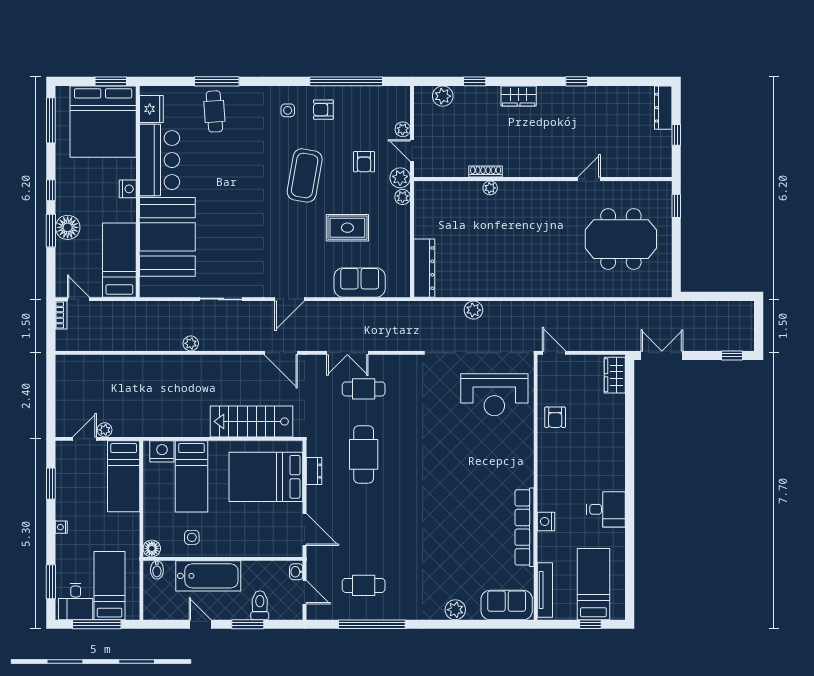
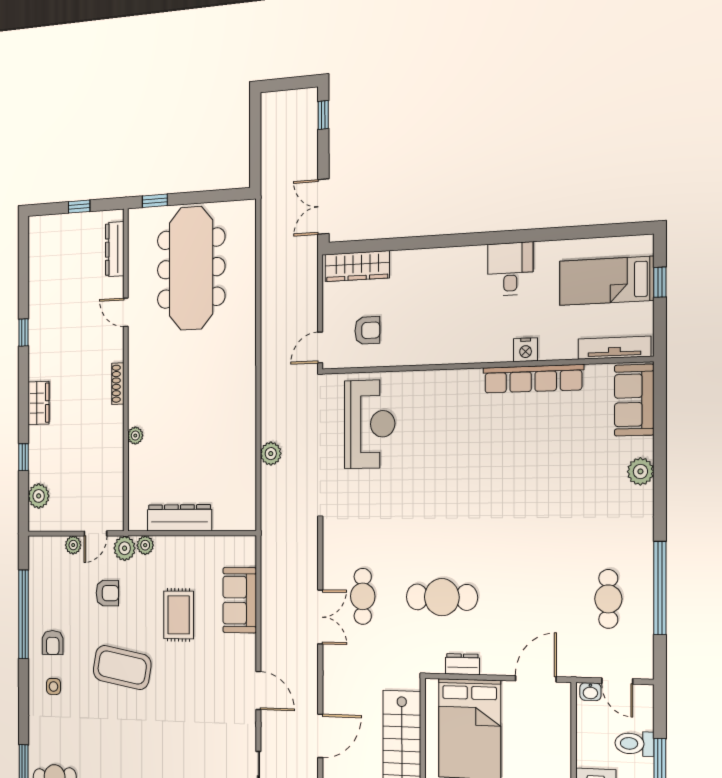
dresser: (663, 108) -> (115, 249), moved, turned 90
shoe rack: (486, 172) -> (118, 384), moved
meeting table: (621, 239) -> (191, 268), width x1.36
dresser: (424, 268) -> (179, 518), moved
door: (281, 353) -> (320, 736), moved
wardrobe: (615, 375) -> (357, 266), width x1.50
armchair: (555, 417) -> (367, 330), moved
door: (304, 592) -> (617, 681), swing flipped

